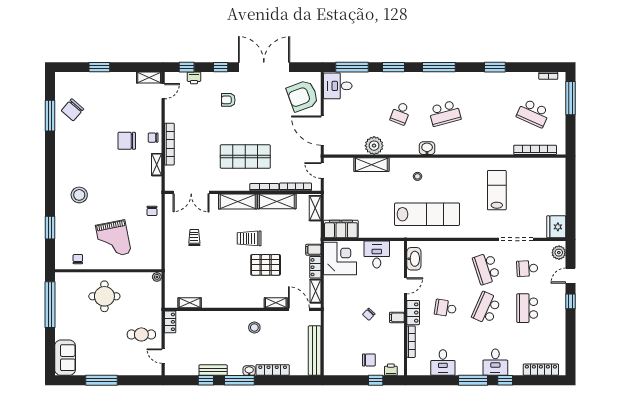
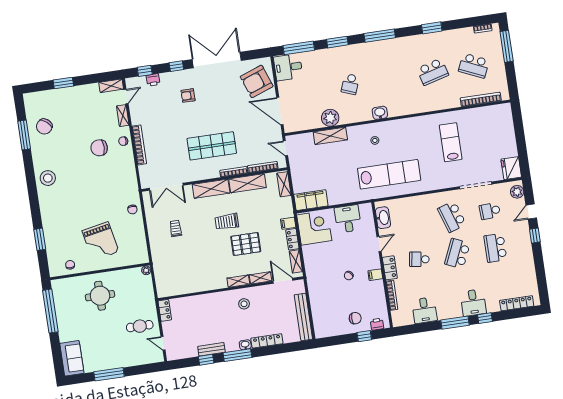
school desk: (445, 113) -> (433, 72), moved
shelving: (157, 165) -> (123, 116), moved
stool: (79, 195) -> (48, 178), moved
shelving: (190, 303) -> (238, 281), moved

